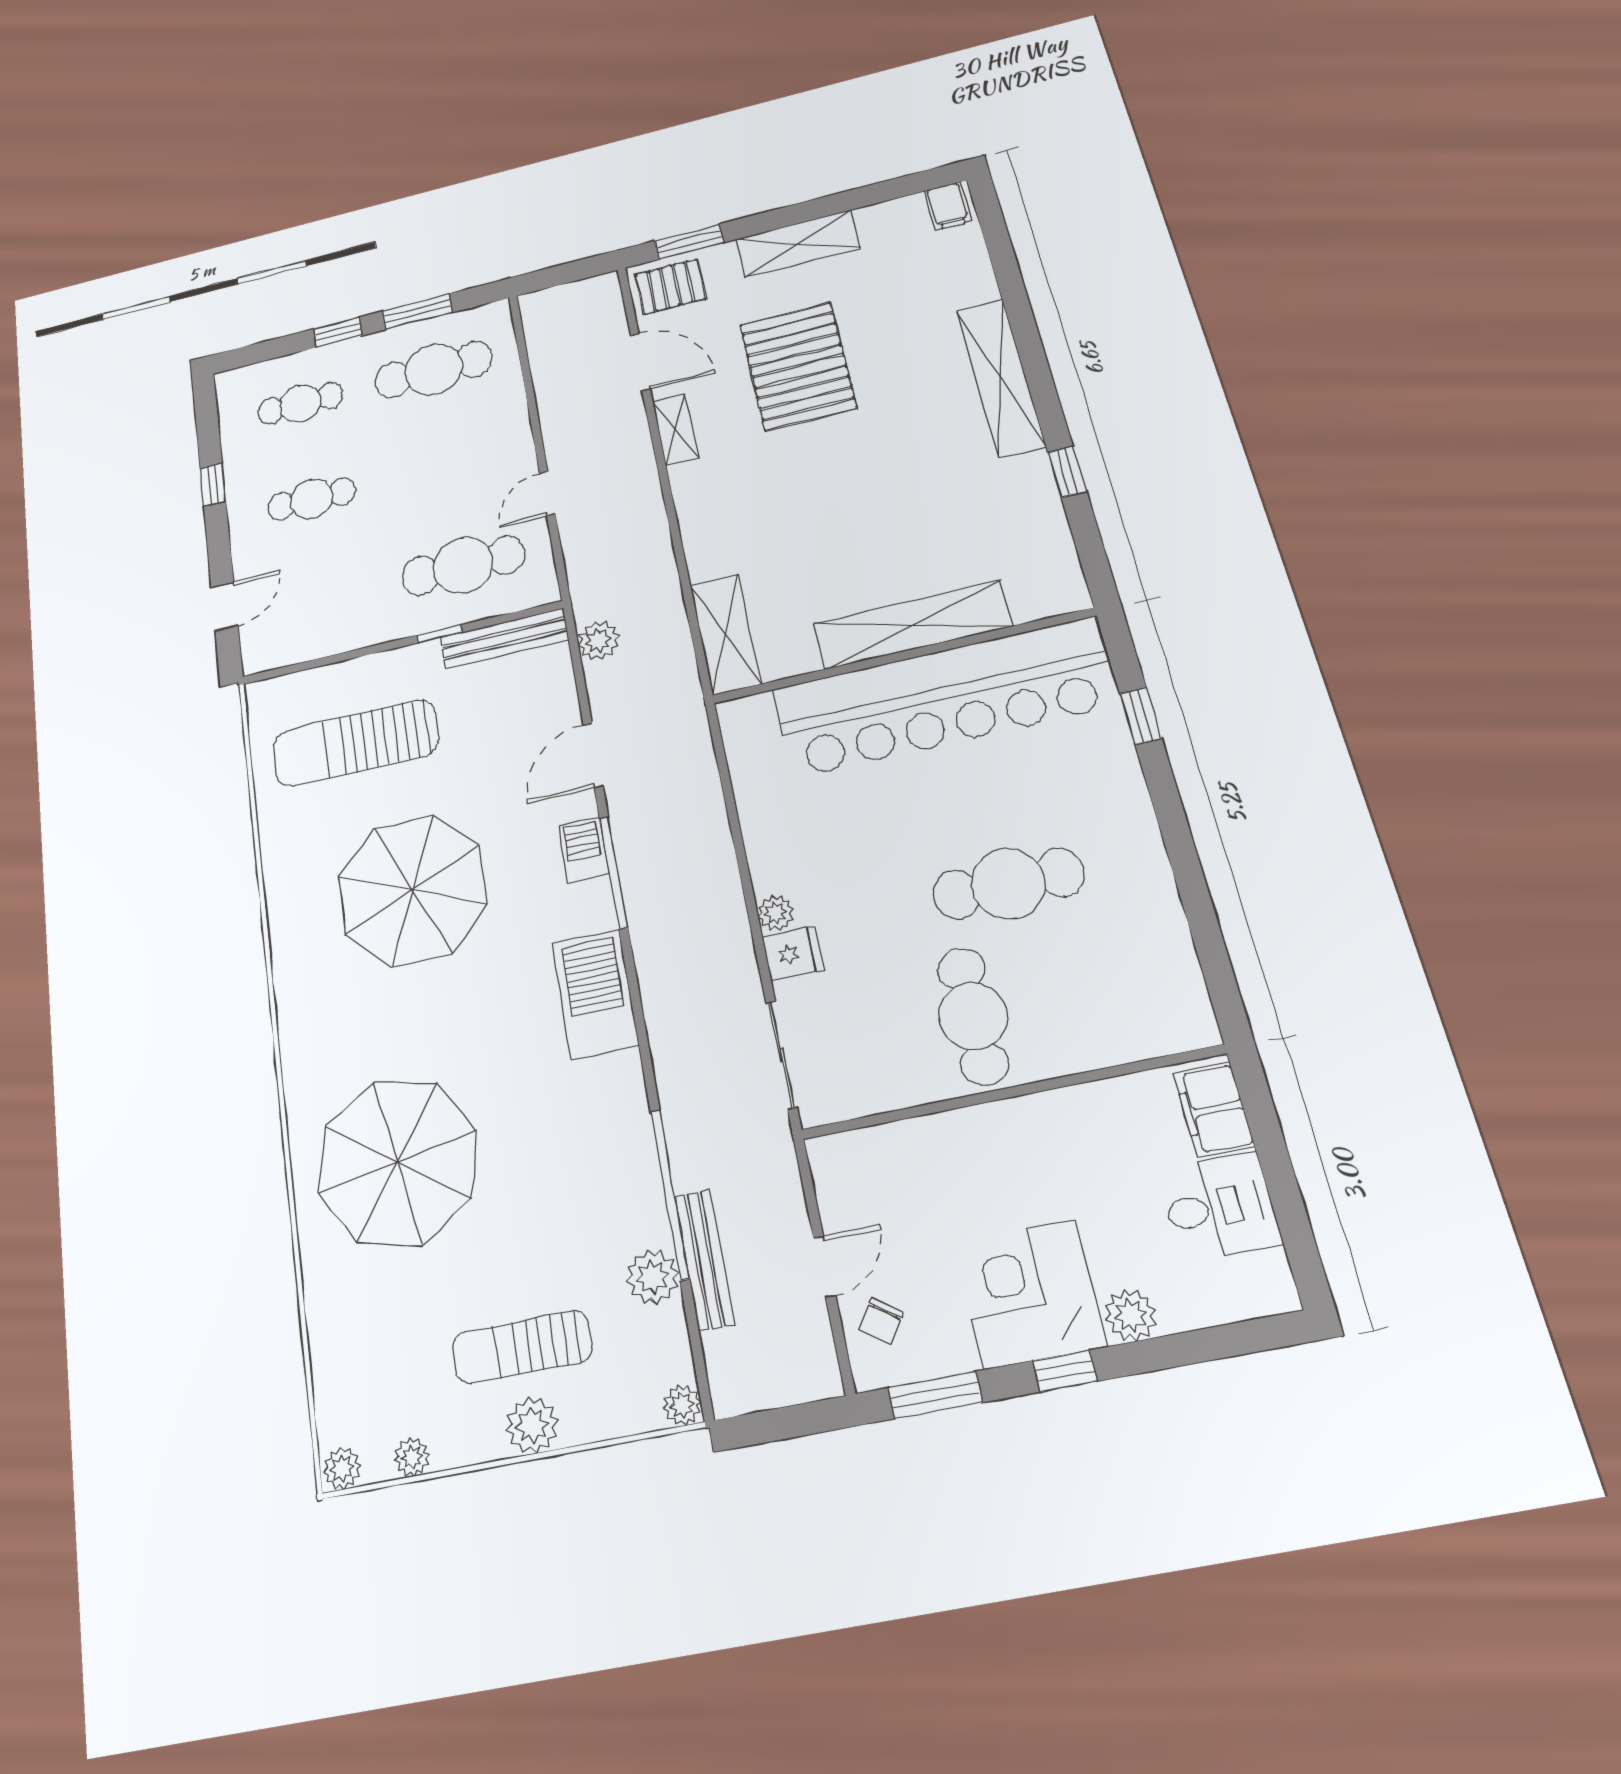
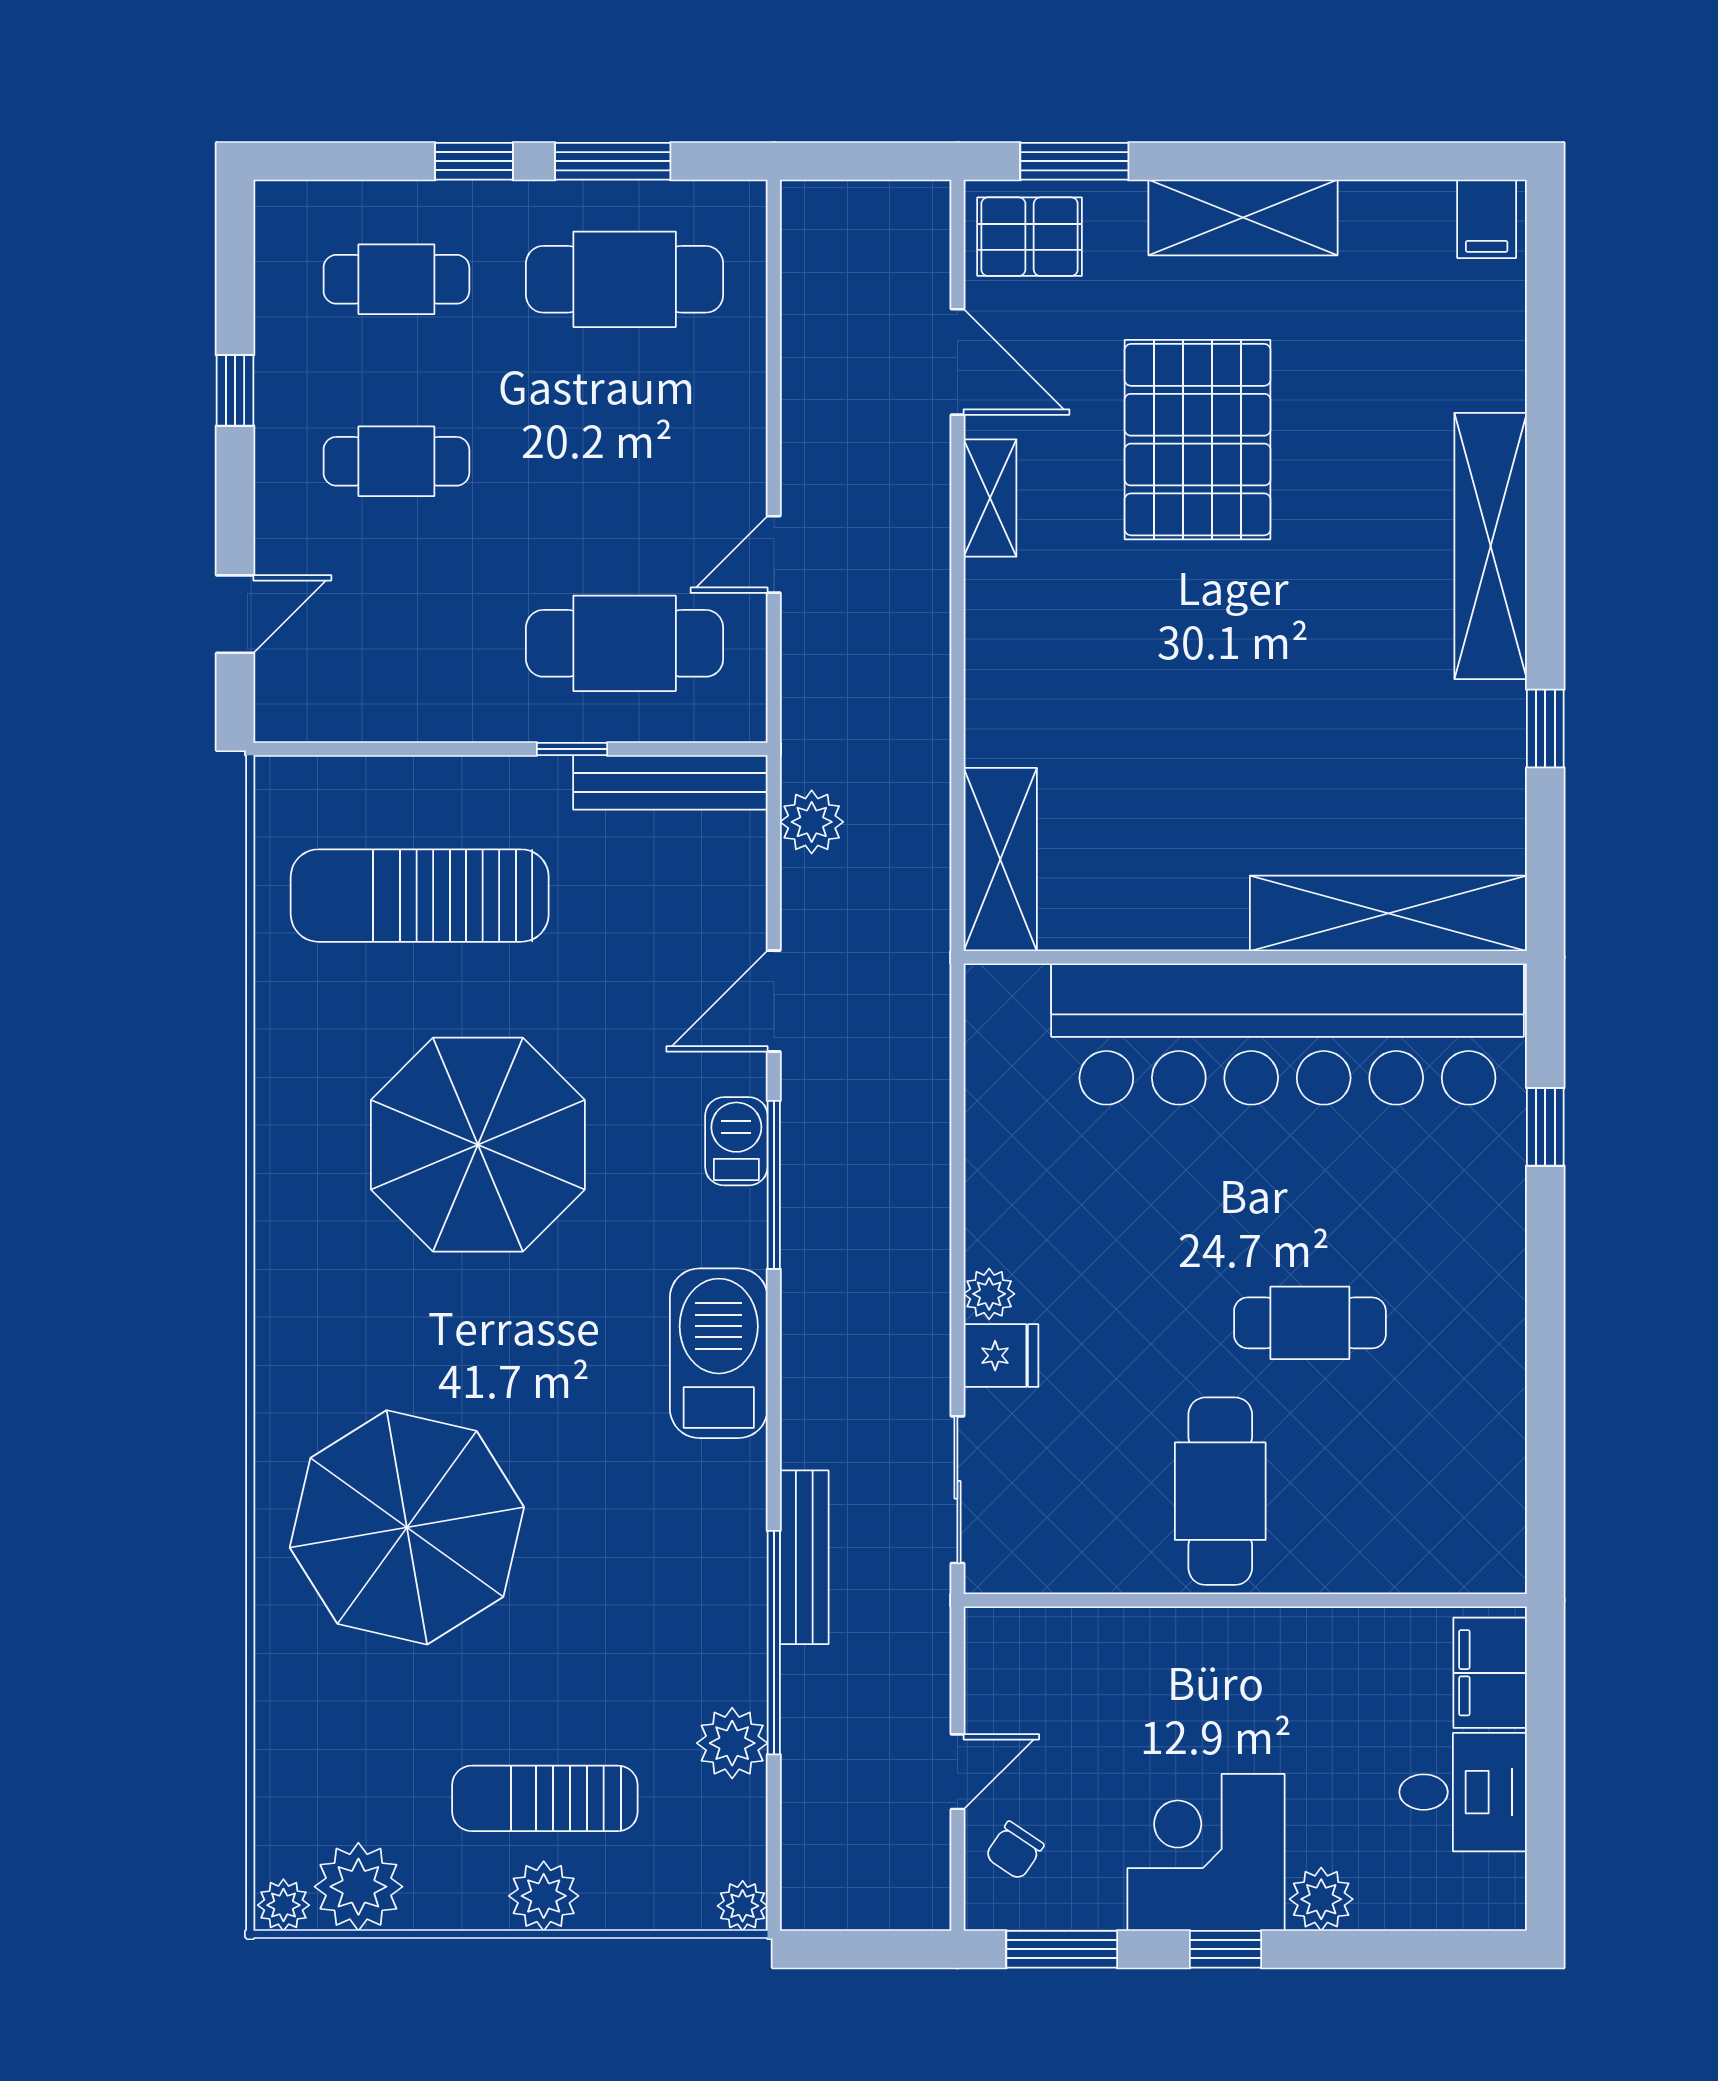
shelving: (912, 625) -> (1388, 913), moved
cafe table: (1008, 884) -> (1310, 1323), width x0.73, depth x0.74
bench: (705, 1260) -> (804, 1557), moved
plant: (412, 1457) -> (358, 1887), width x1.87, depth x1.87

